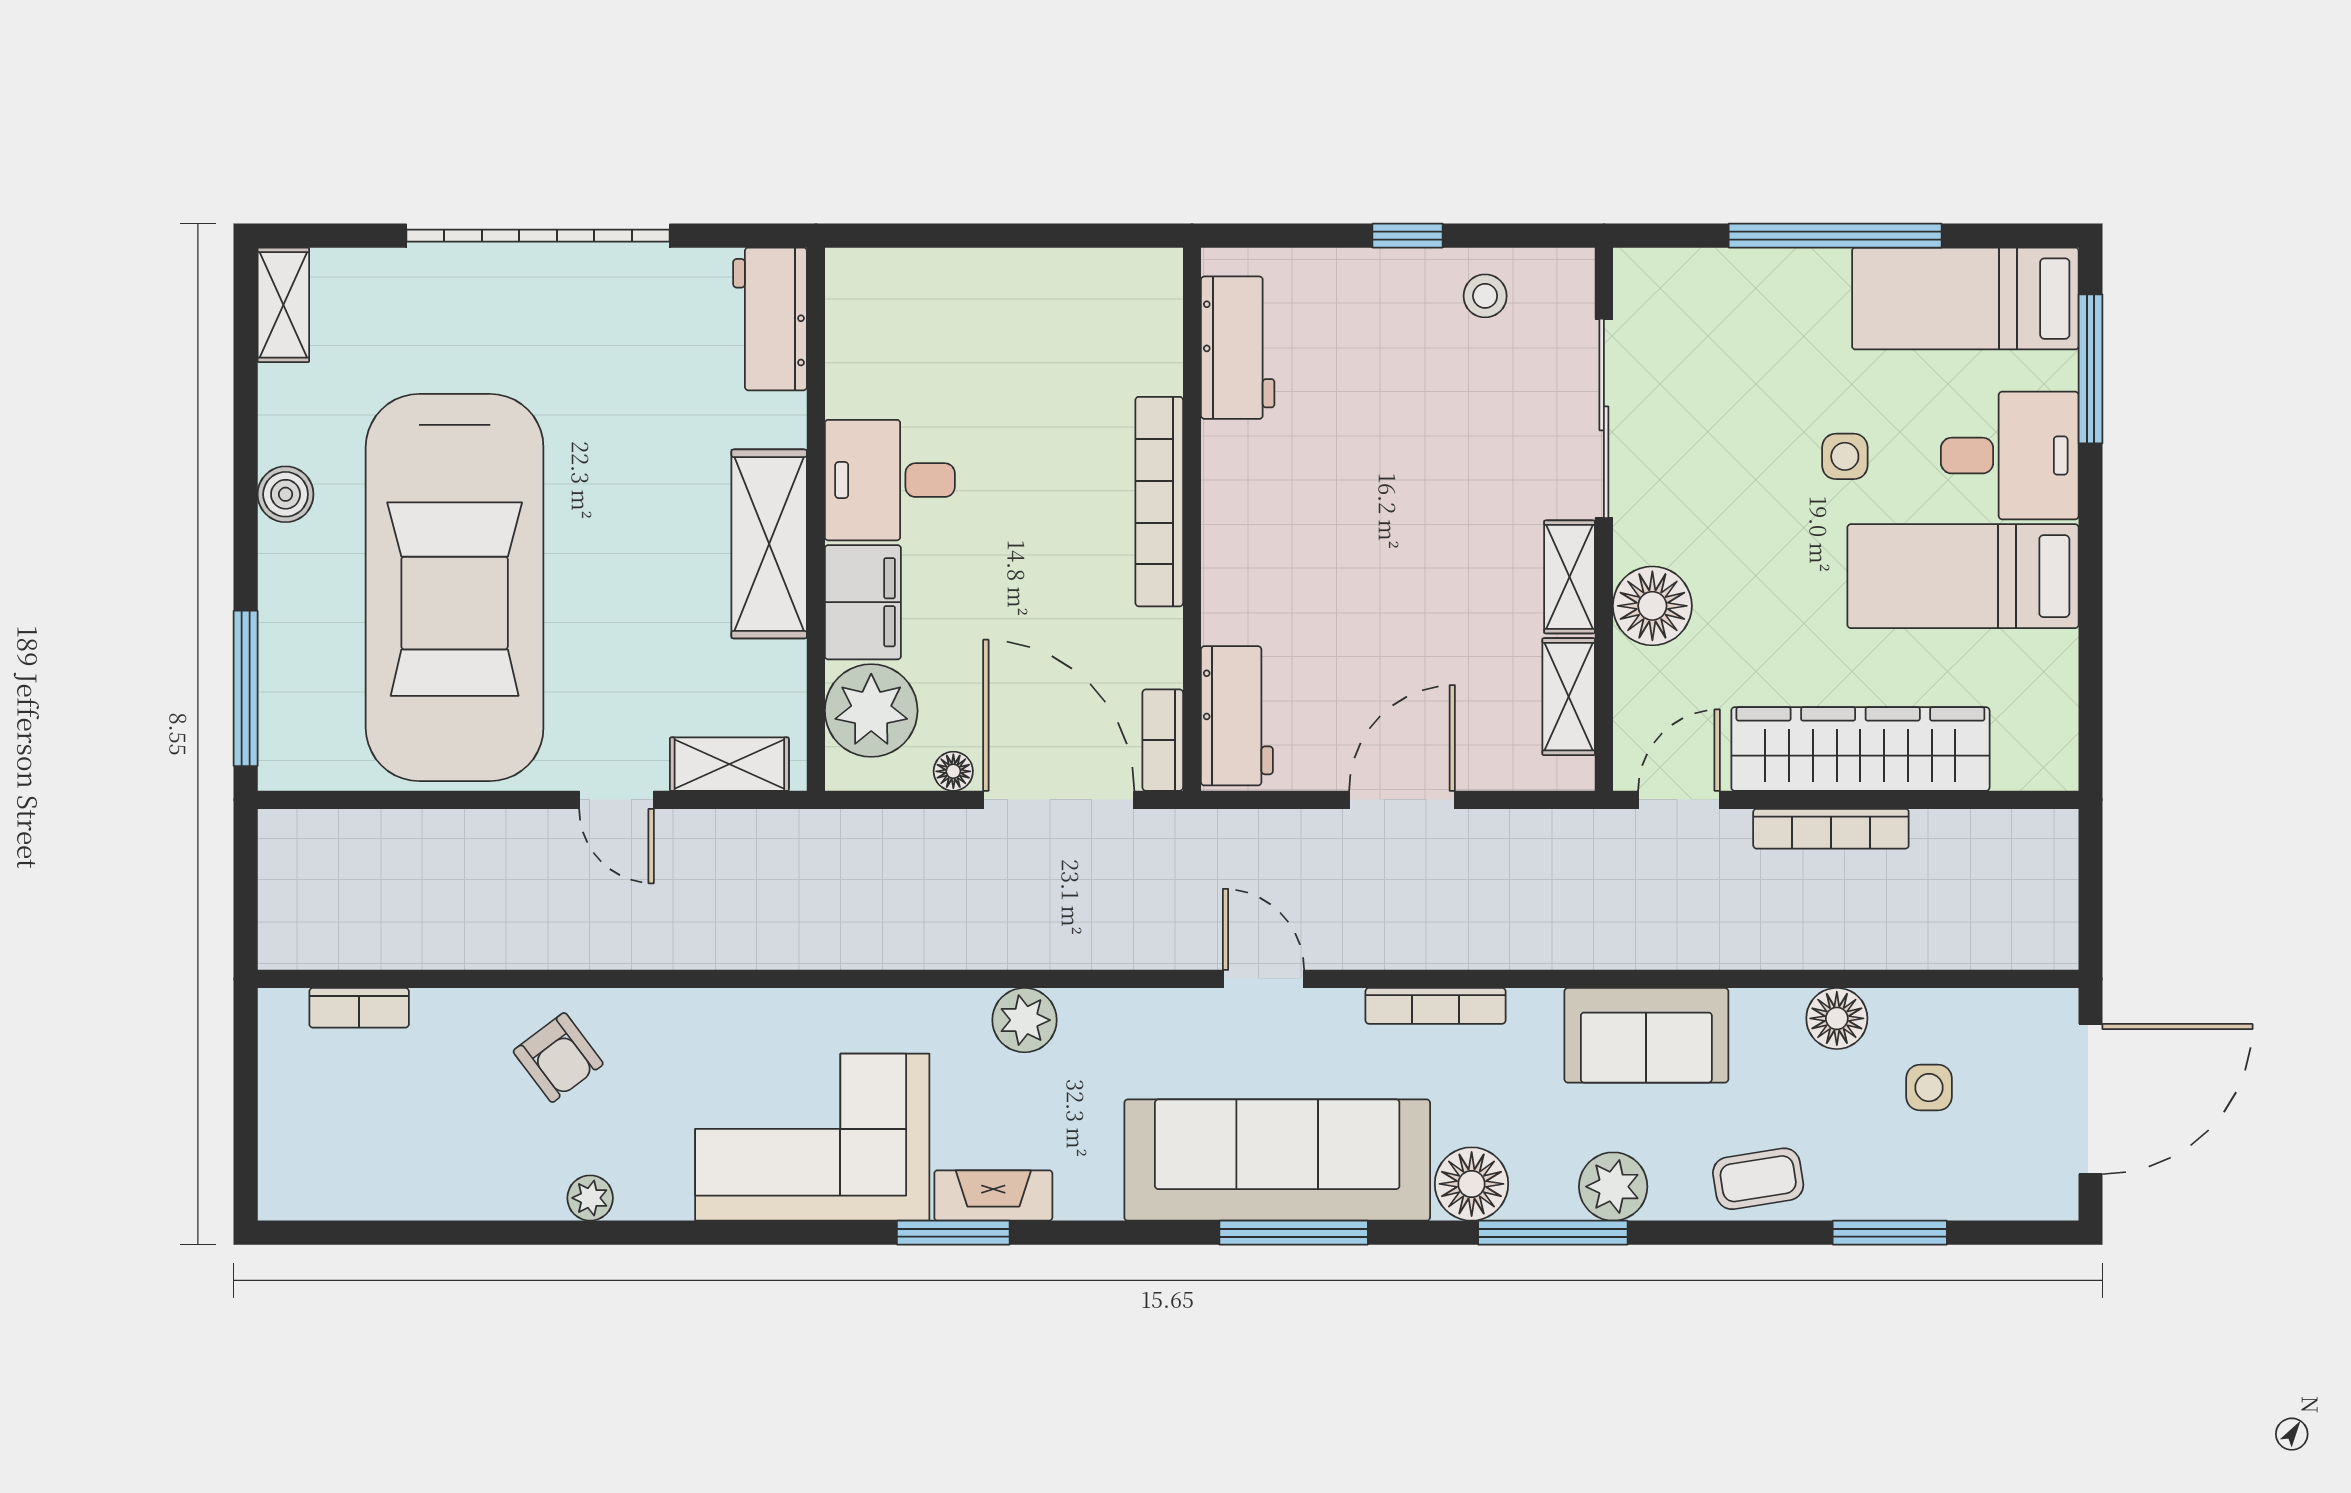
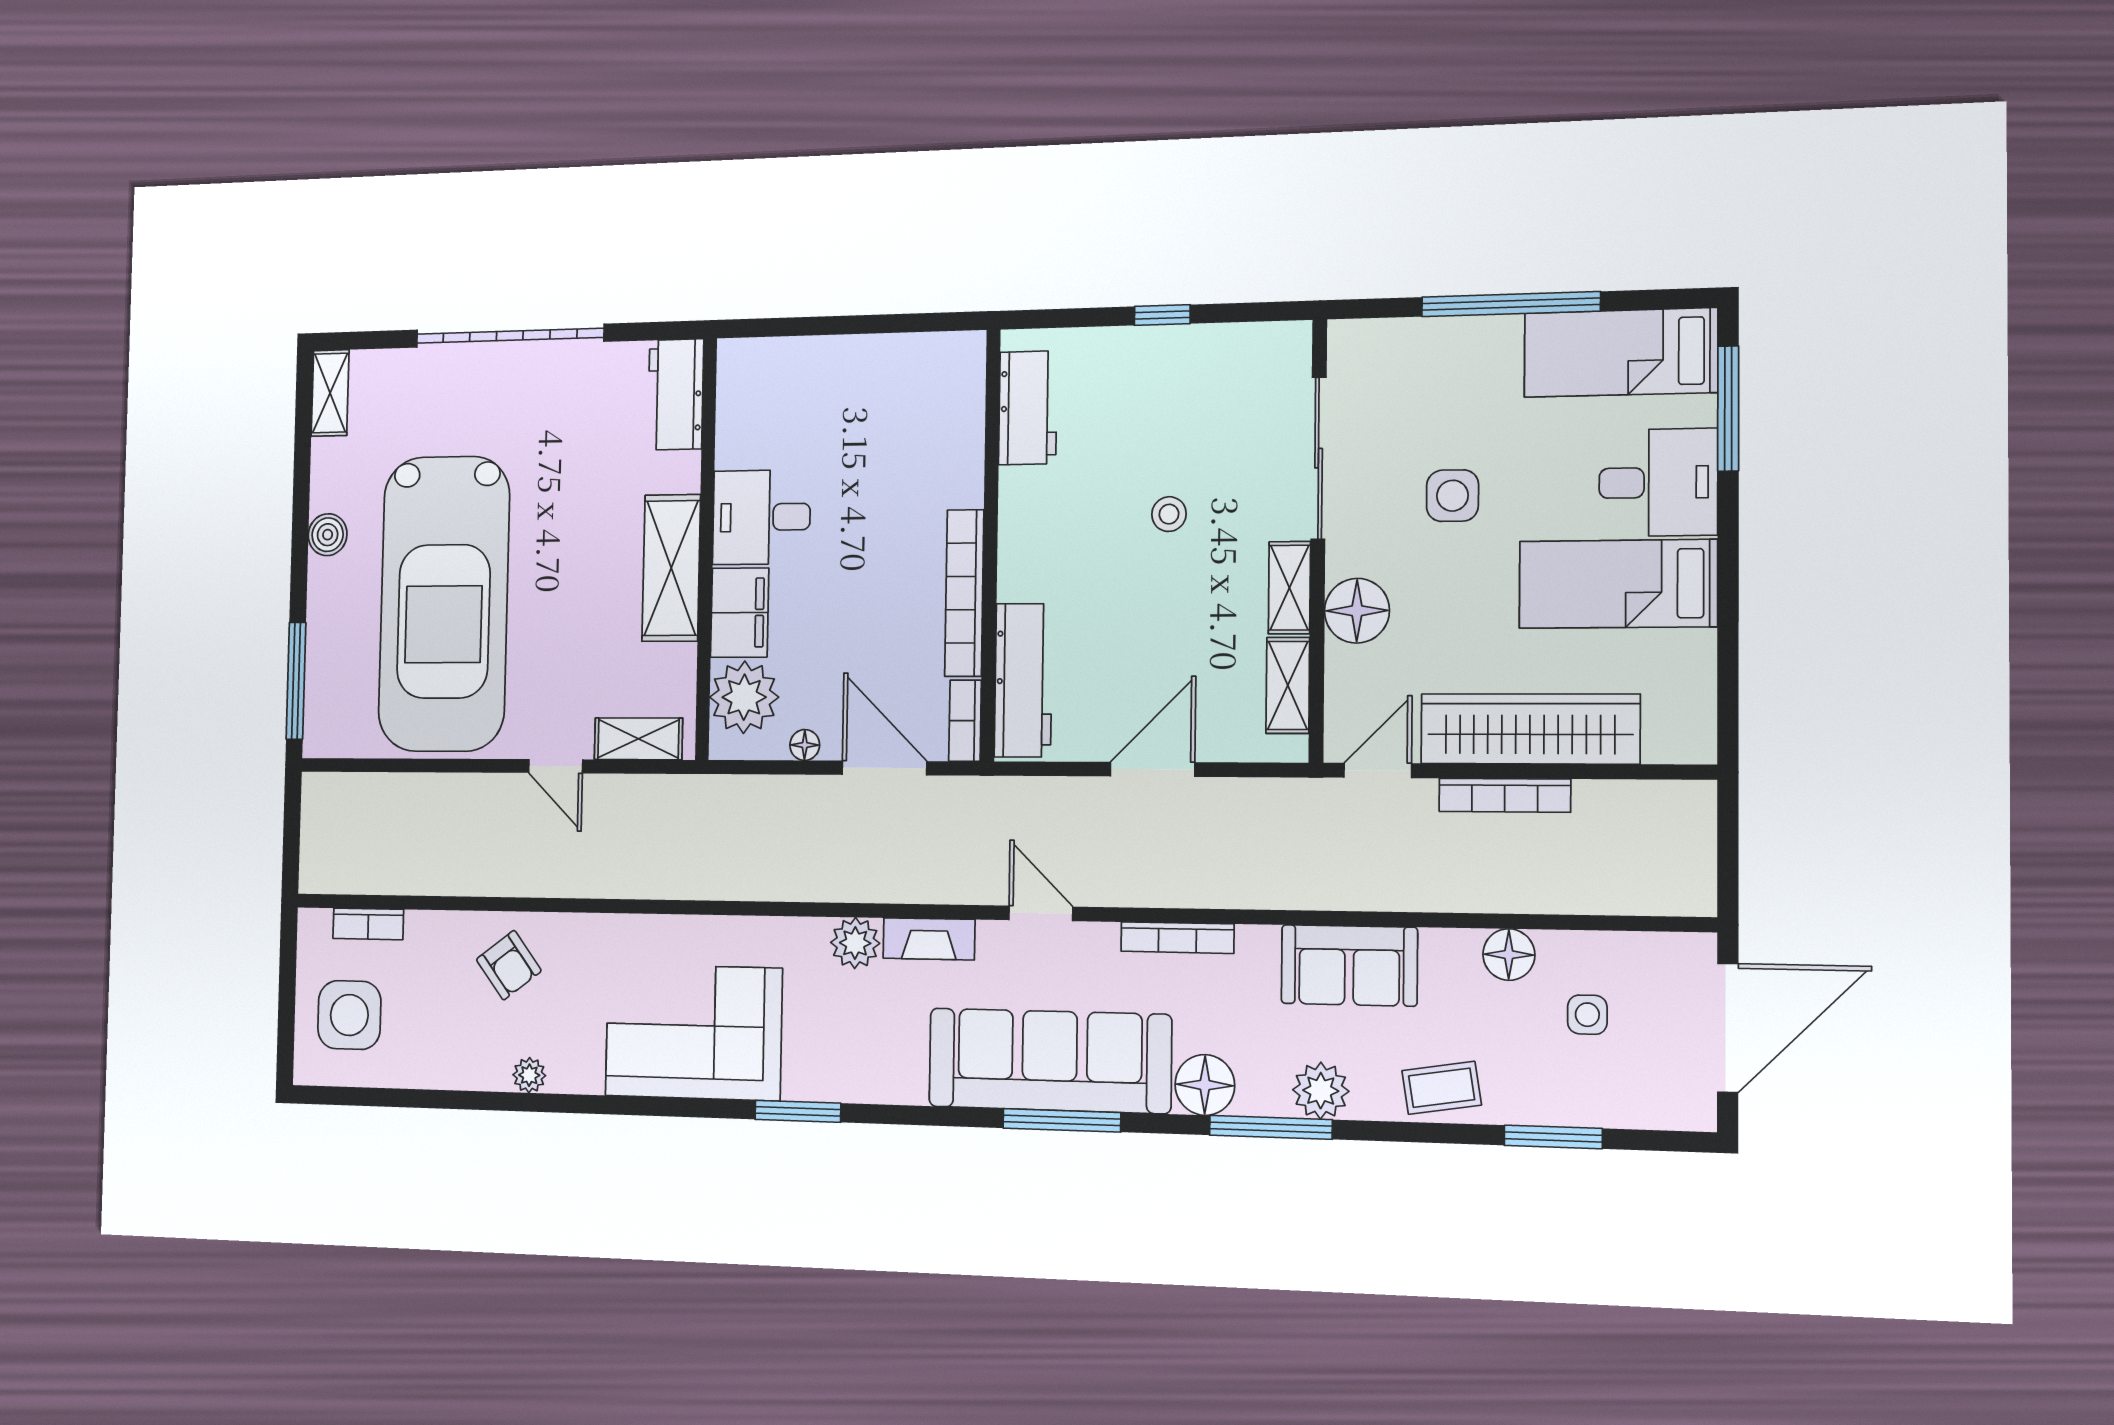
stool: (1485, 296) -> (1169, 514), moved
side table: (1845, 456) -> (1453, 496), moved, width x1.37, depth x1.37
bookcase: (1159, 502) -> (964, 593), moved
workbench: (1237, 716) -> (1023, 680), width x1.38
door: (1059, 800) -> (884, 768), width x0.73
side table: (336, 1127) -> (349, 1015), added
fireplace: (993, 1196) -> (929, 939), moved, turned 180

